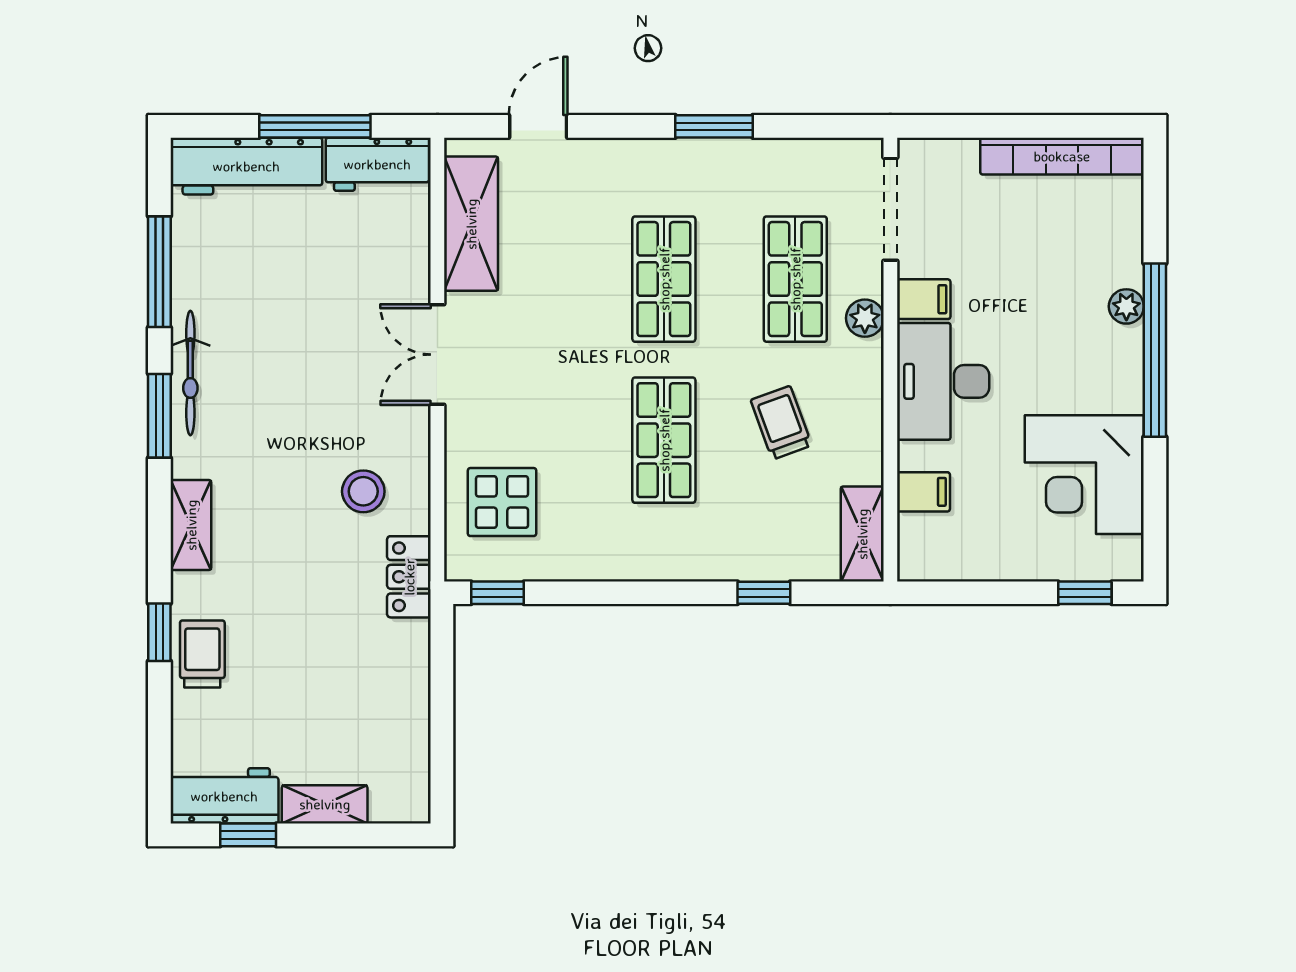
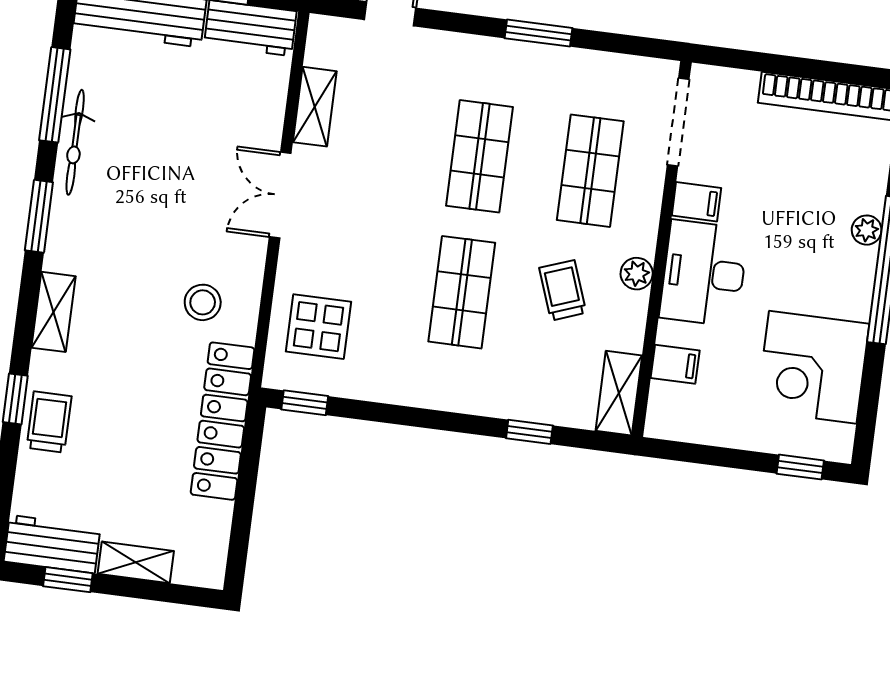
shelving: (471, 224) -> (315, 107), width x0.67, depth x0.75
plant: (865, 318) -> (637, 274), moved
bicycle: (190, 373) -> (75, 142), moved
locker: (409, 577) -> (223, 421), width x2.16, depth x1.21

